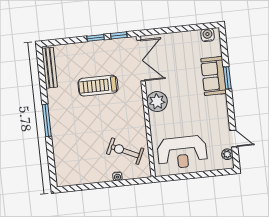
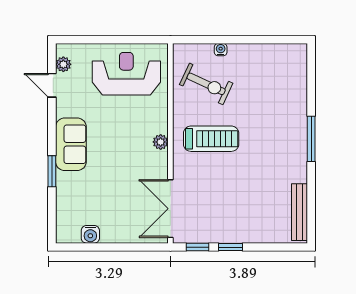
water cooler: (208, 35) -> (90, 234), moved
sofa: (214, 76) -> (71, 144), moved
treadmill: (98, 86) -> (211, 139), moved
plant: (157, 102) -> (161, 142), width x0.53, depth x0.53

